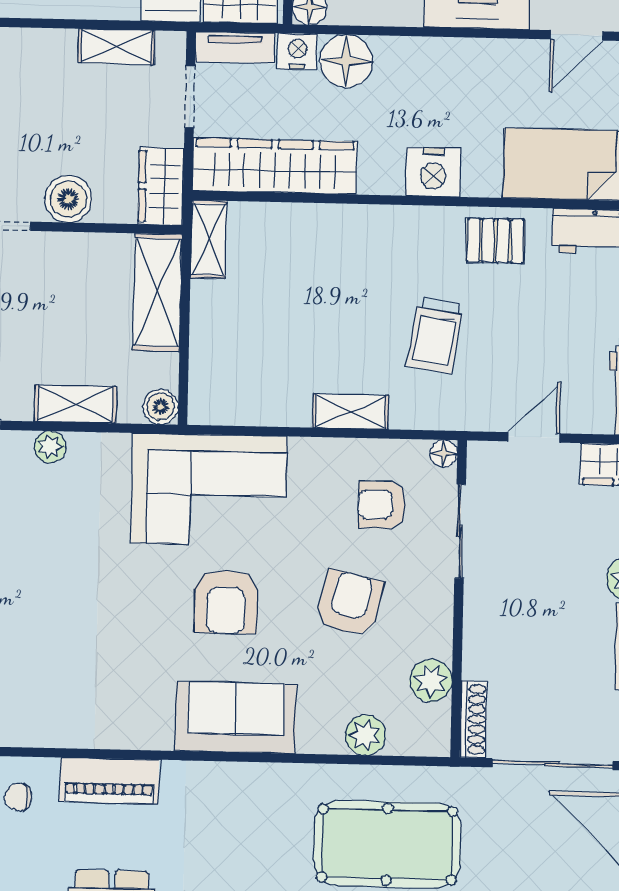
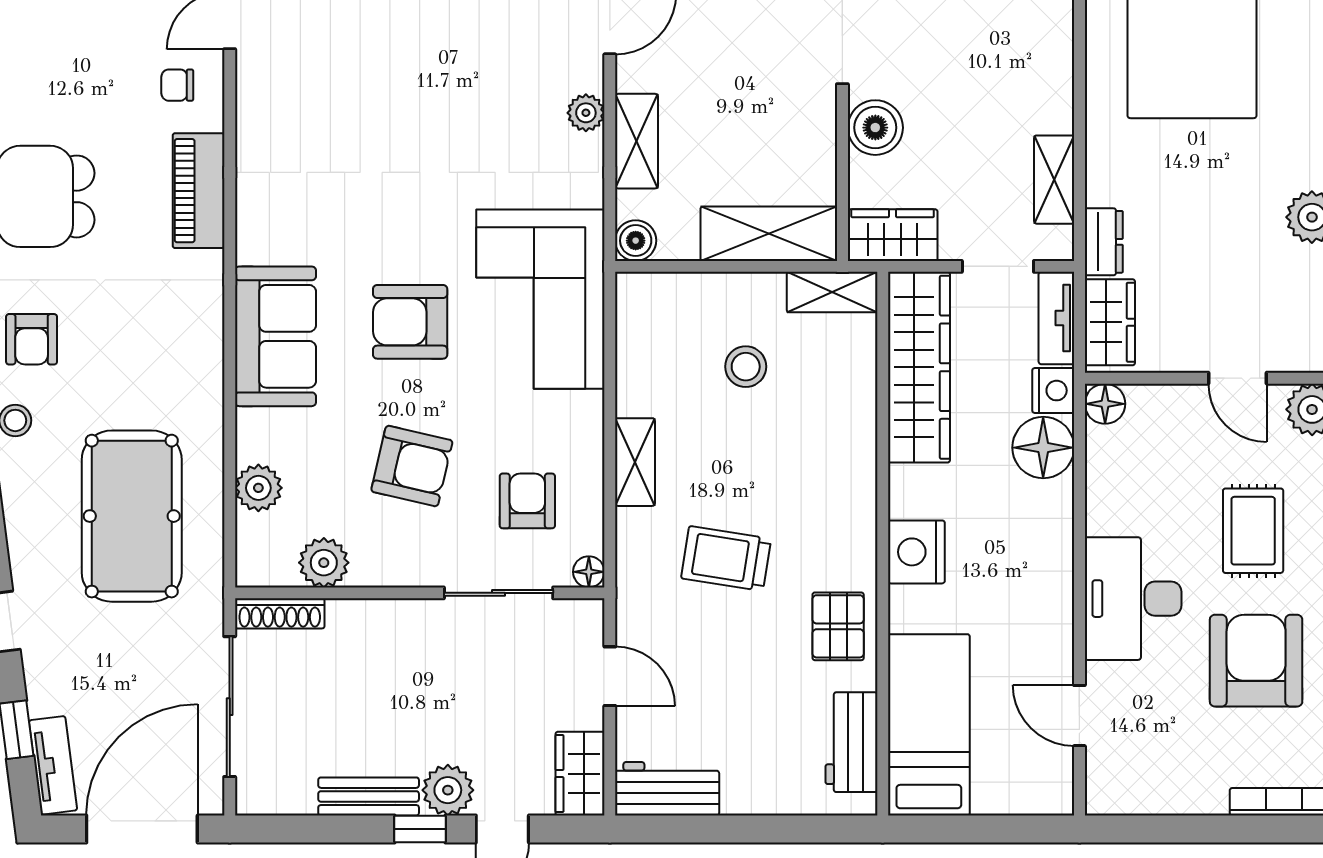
stool: (271, 315) -> (746, 367), added
chair: (18, 797) -> (177, 85), turned -90

